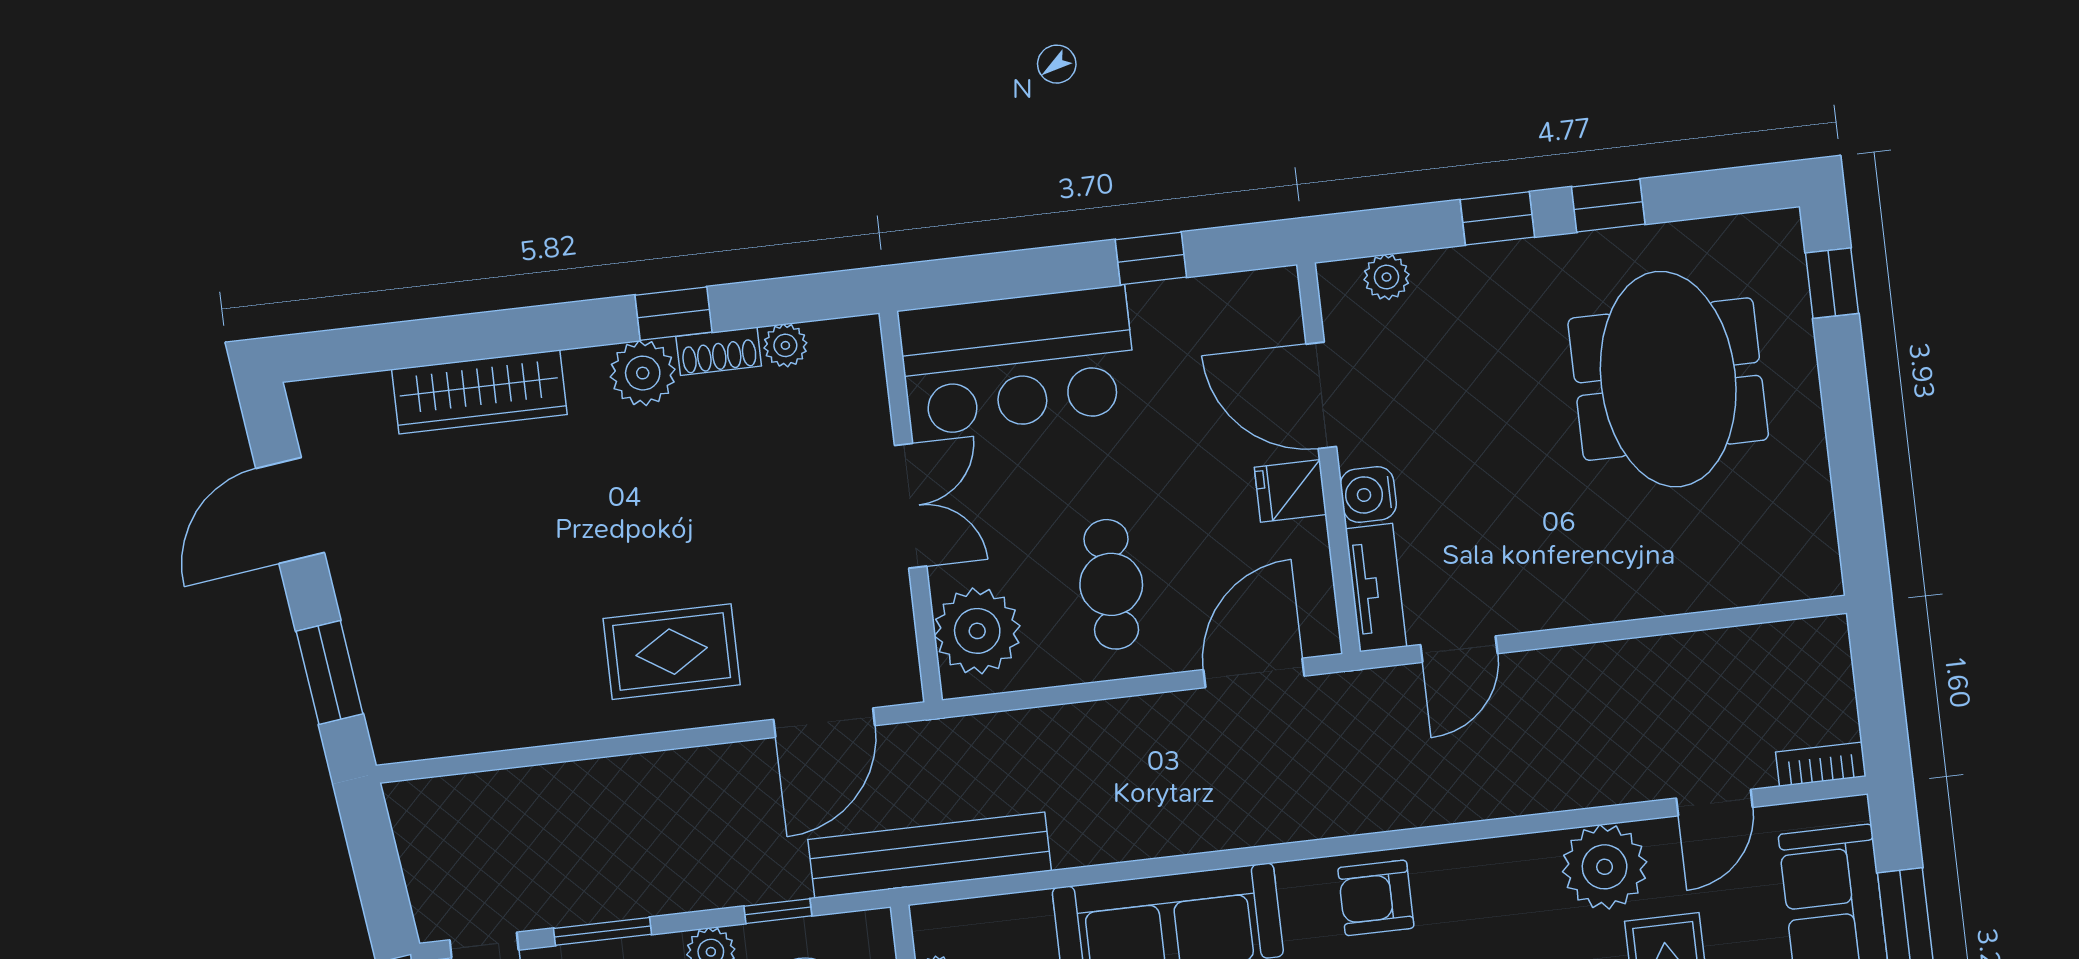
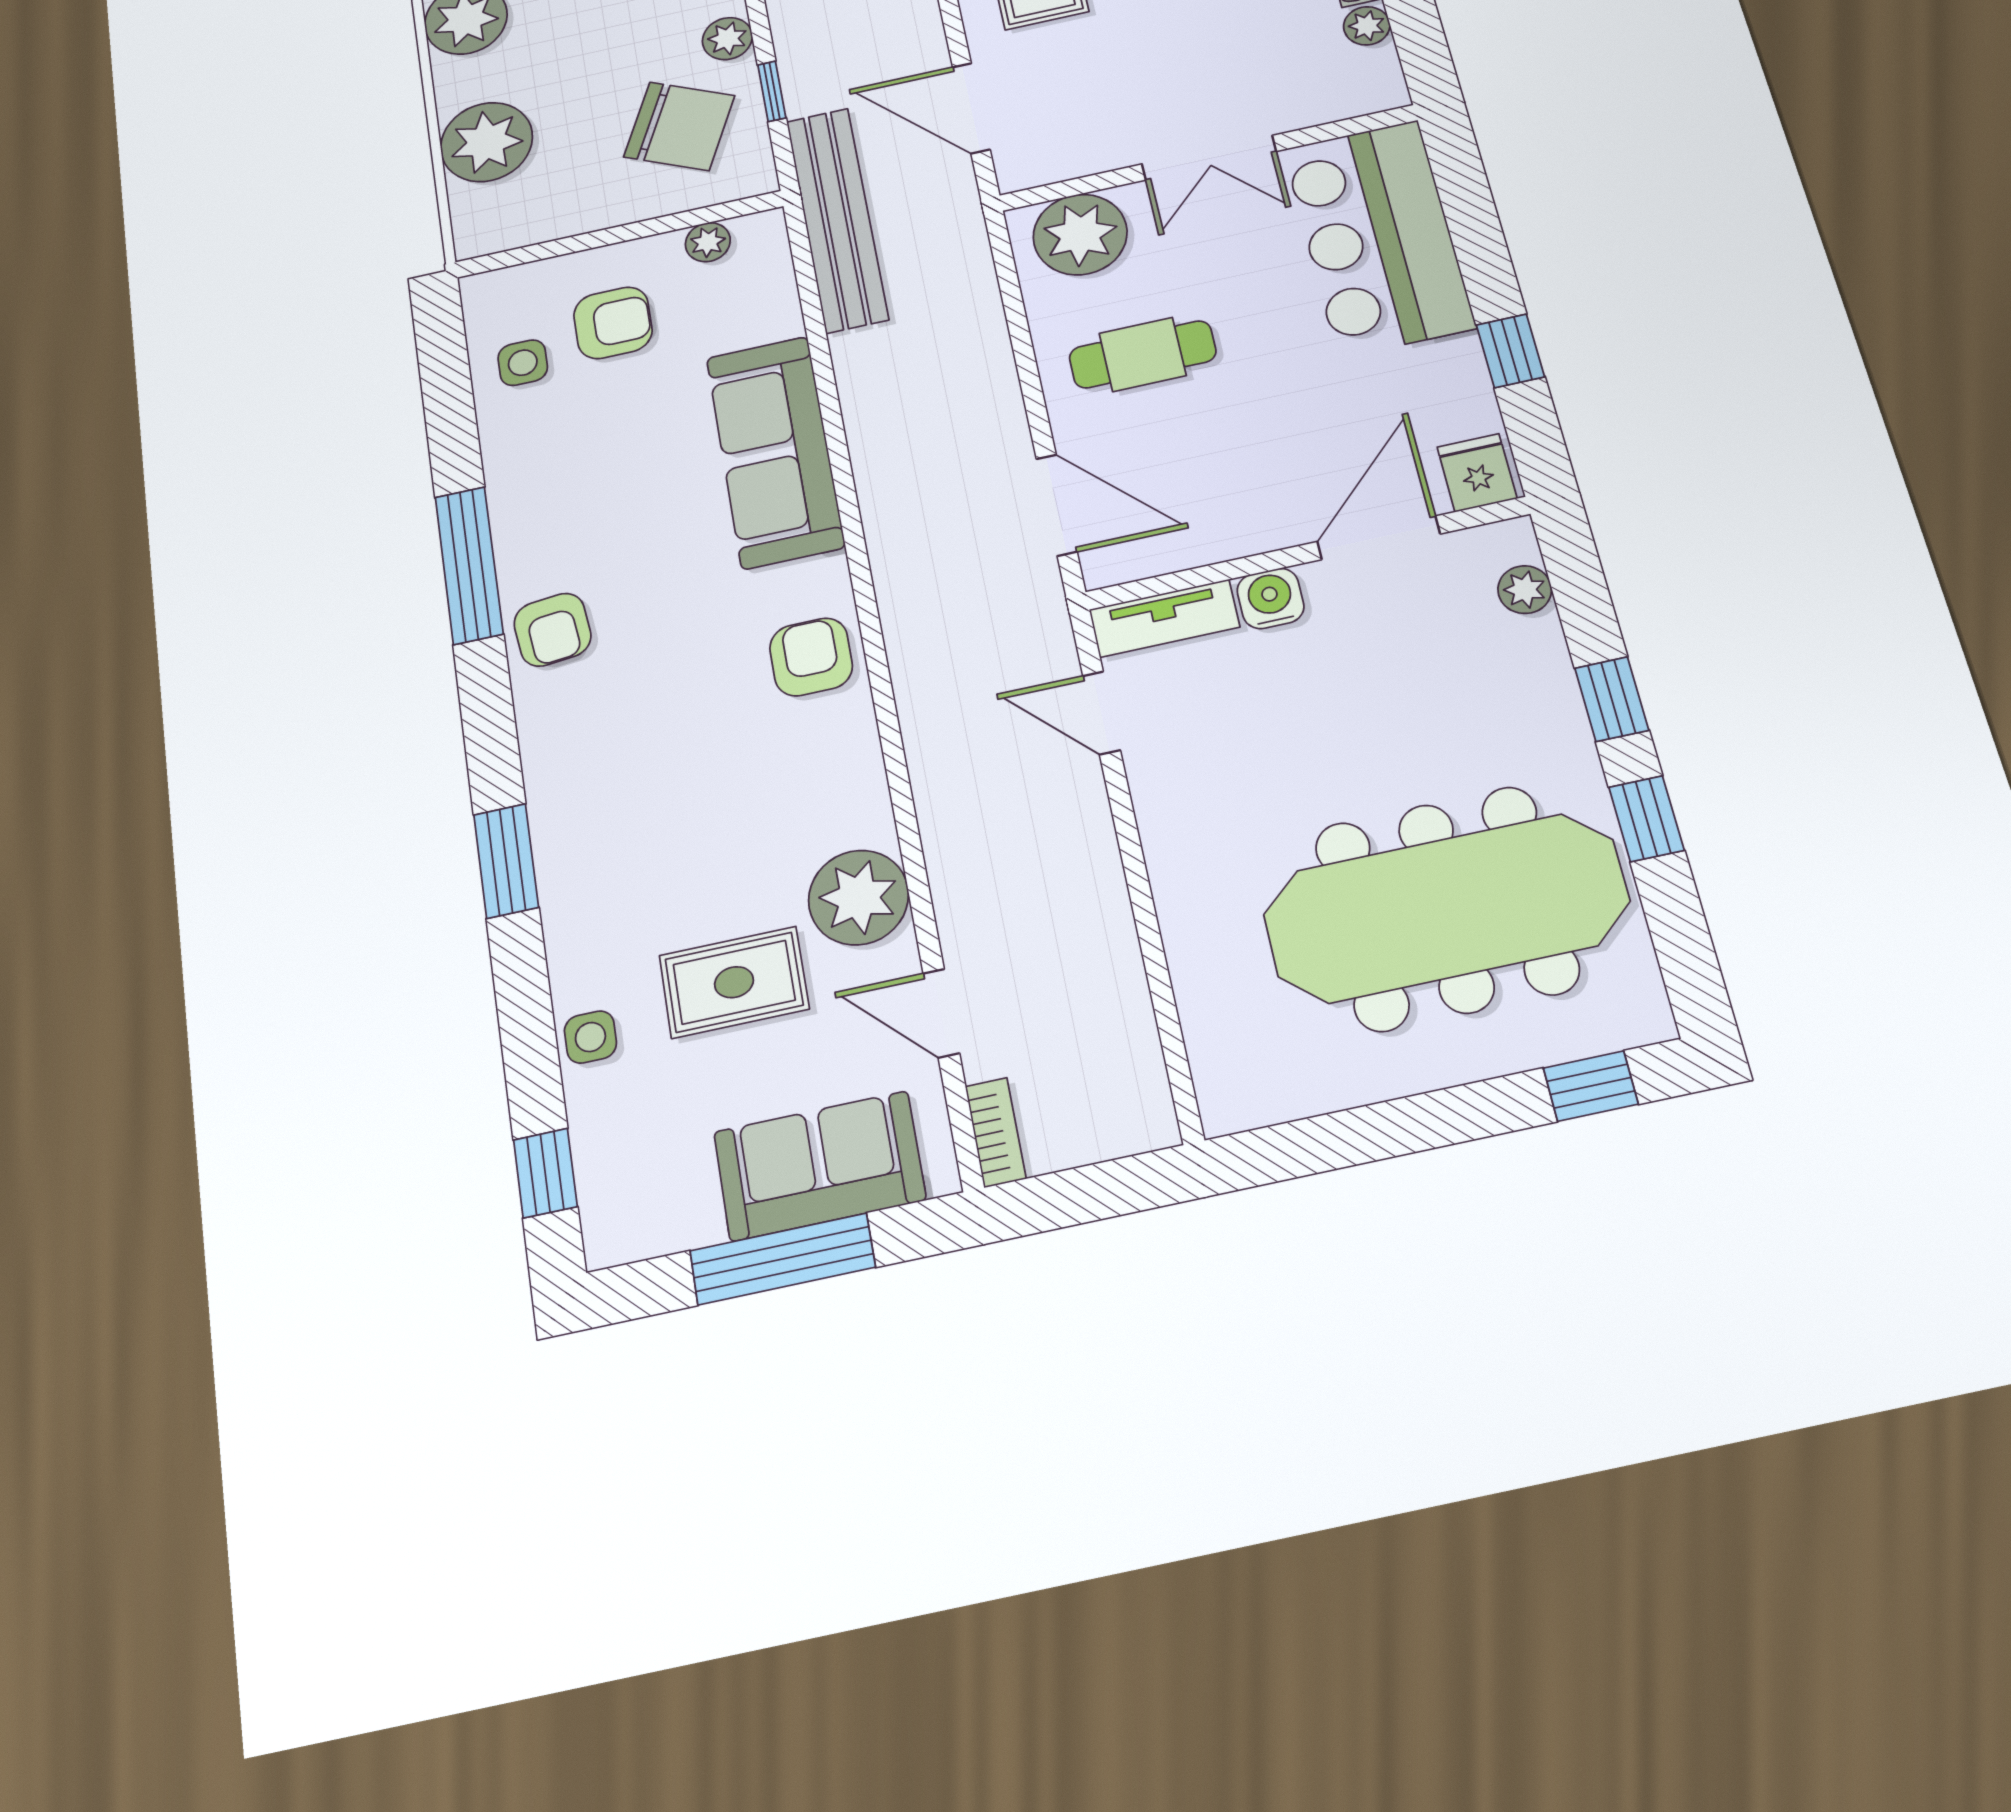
meeting table: (1668, 379) -> (1446, 908), width x1.36
fridge: (1290, 491) -> (1477, 473), moved

